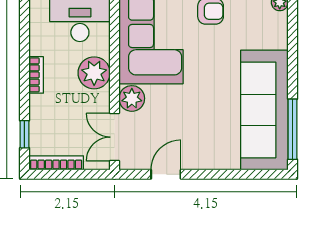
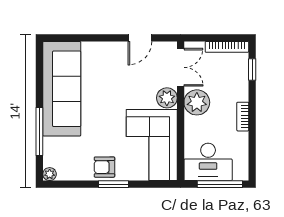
plant: (94, 73) -> (197, 102), moved
window: (293, 129) -> (39, 131), moved

